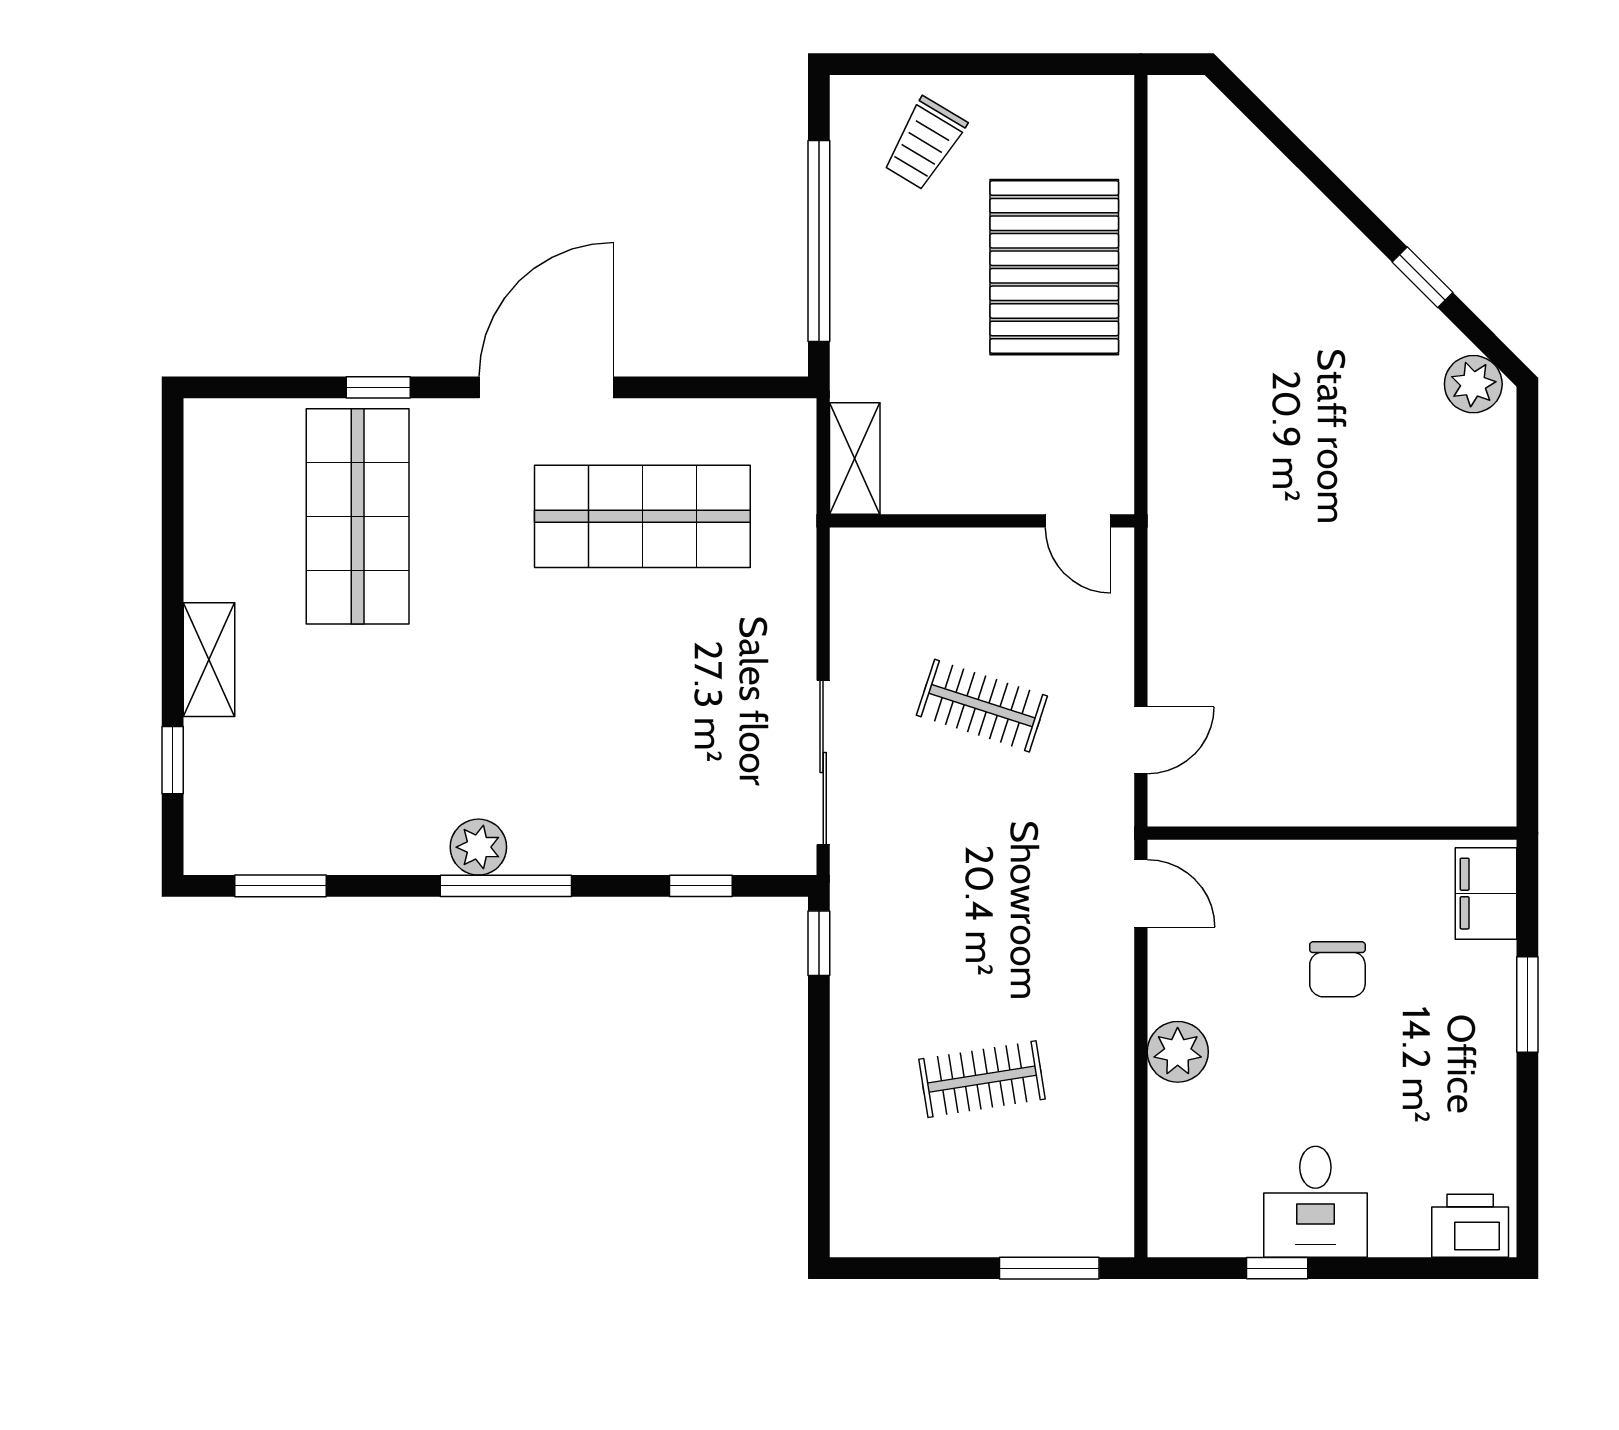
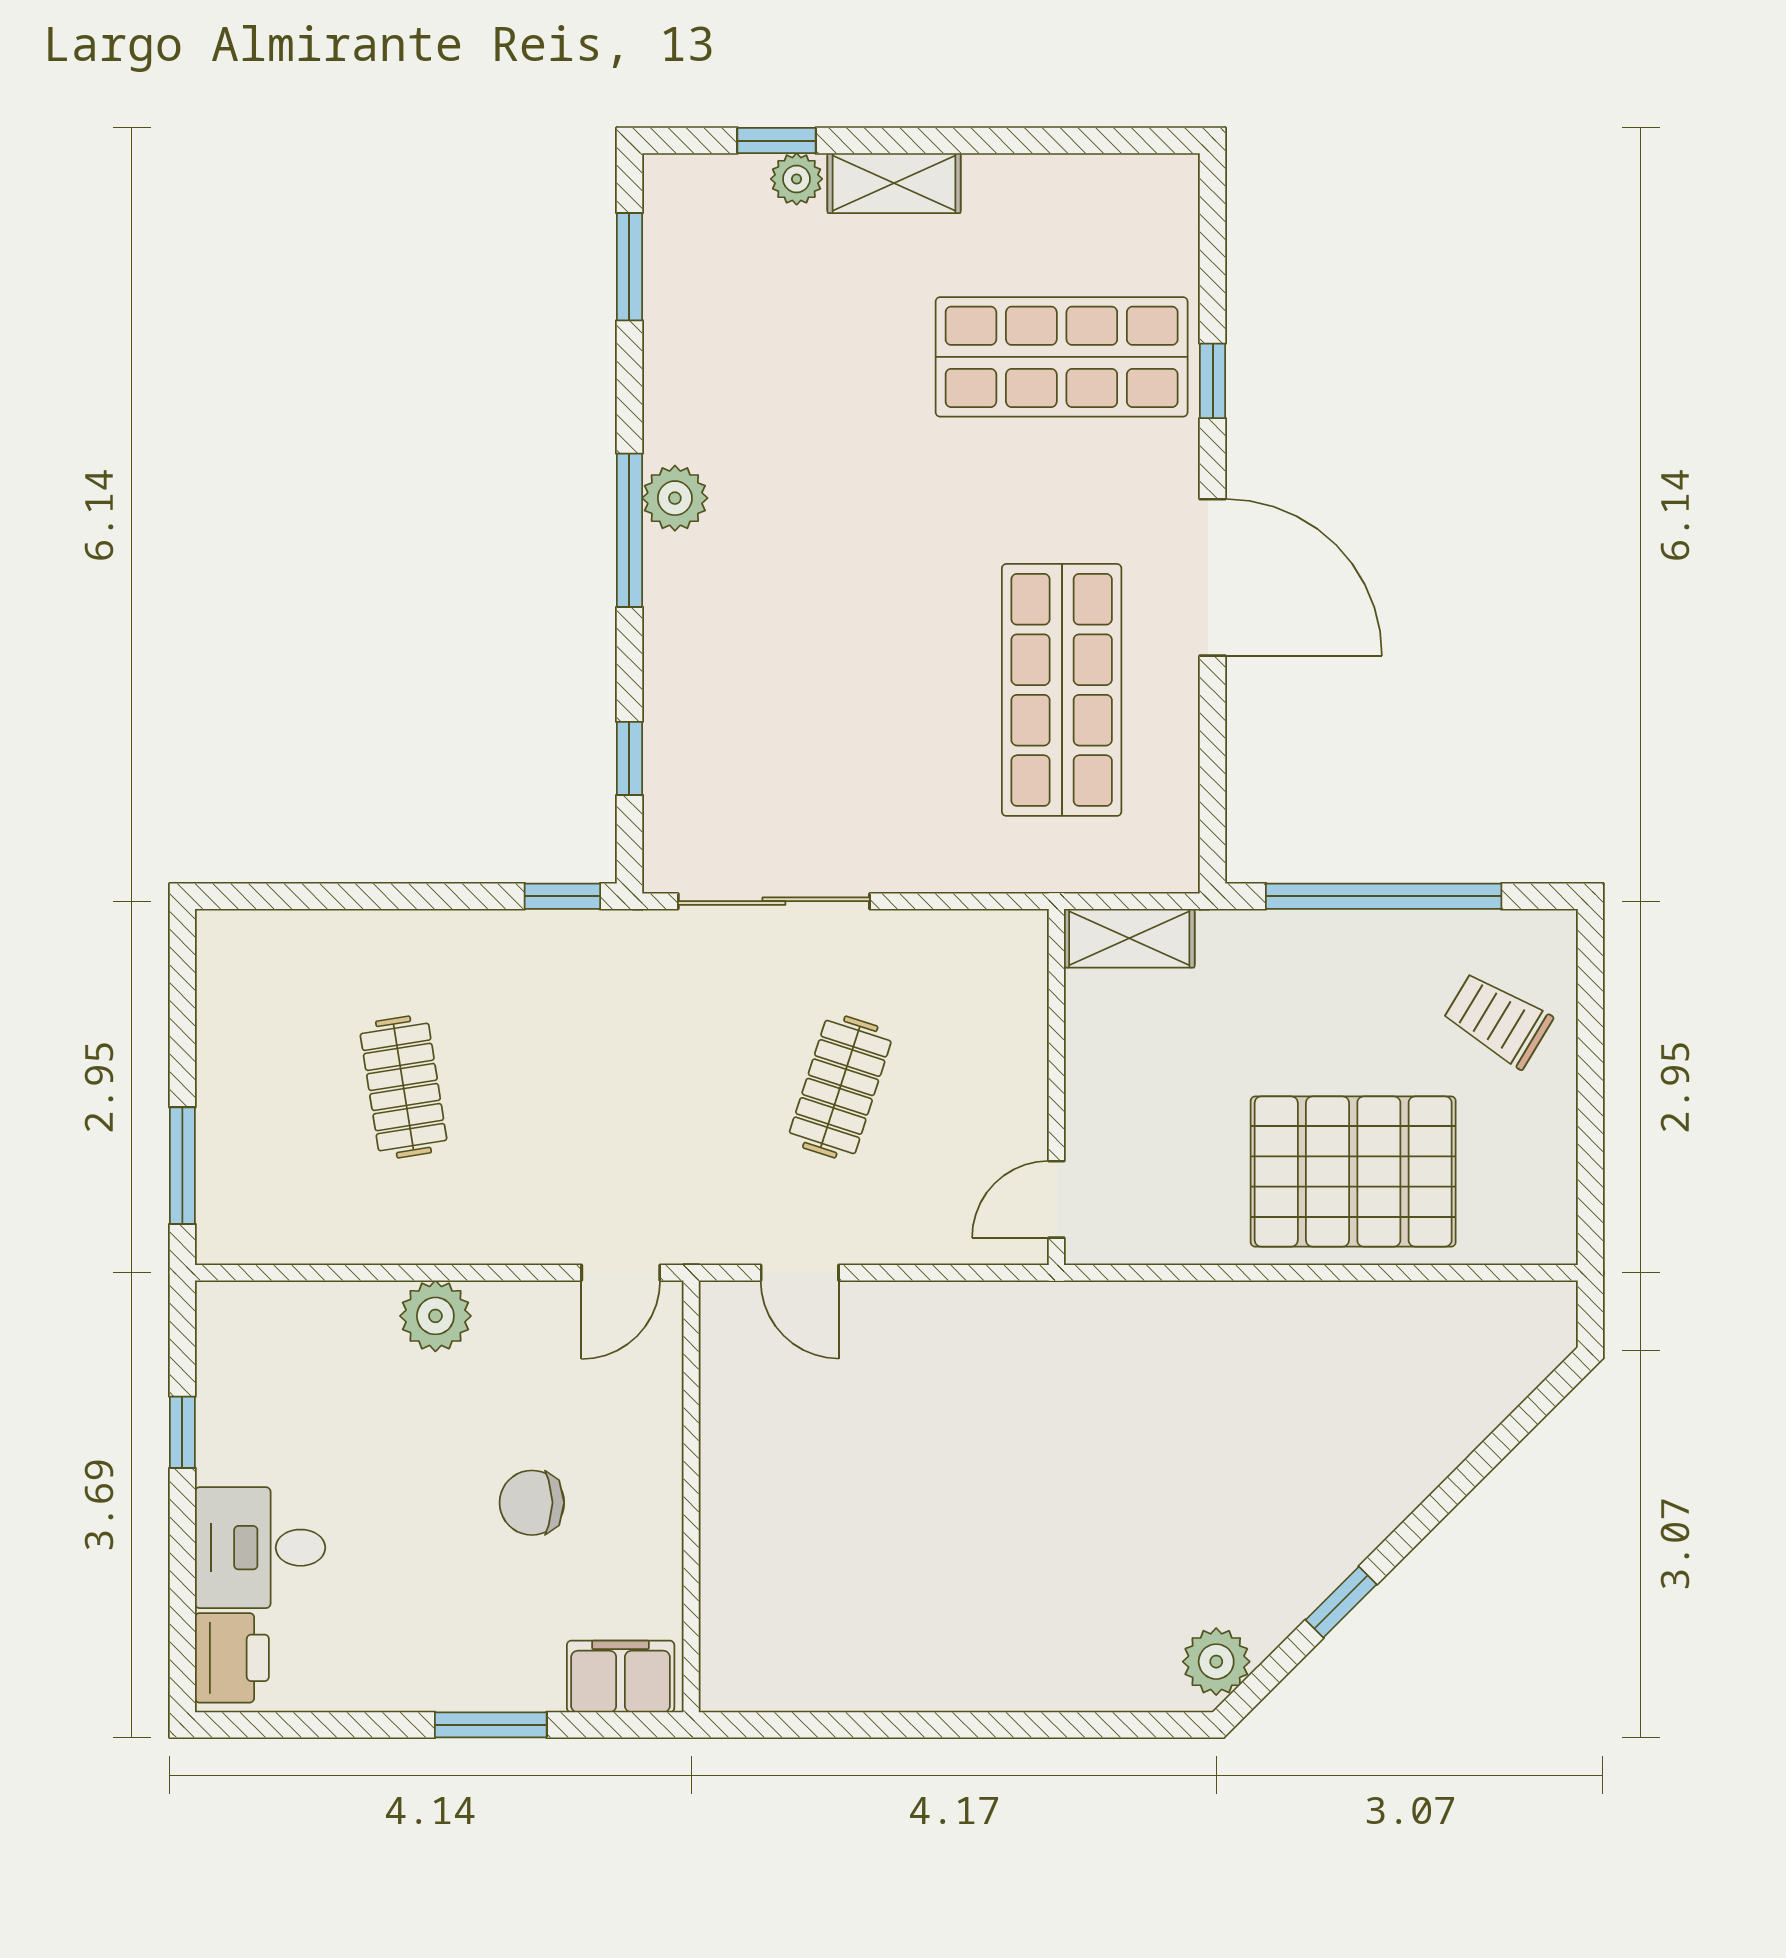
plant: (206, 743) -> (797, 179), added
desk: (1315, 1202) -> (260, 1548), moved

